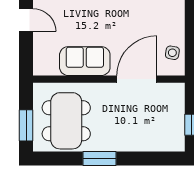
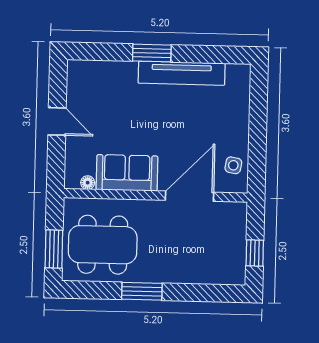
floor lamp: (53, 70) -> (88, 183), added
dining table: (66, 121) -> (103, 245), turned 90

